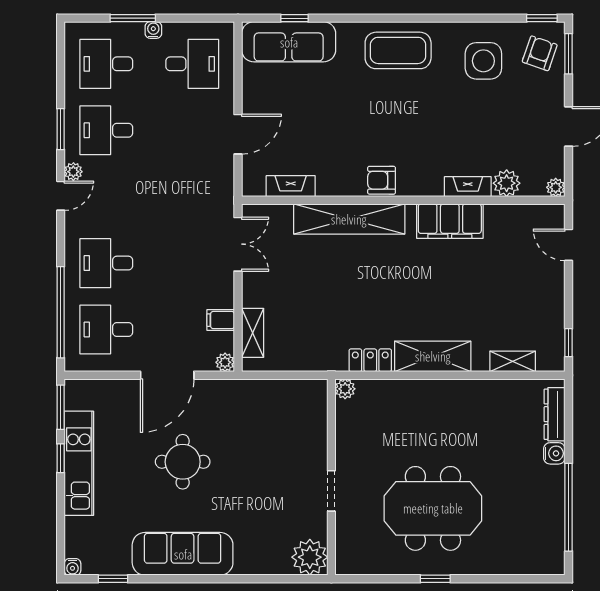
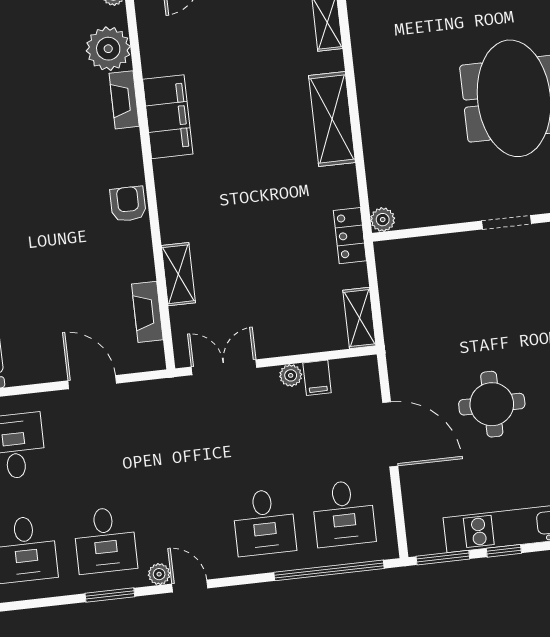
armchair: (382, 180) -> (128, 204), turned 180
plant: (507, 183) -> (108, 49), width x1.36, depth x1.36
shelving: (349, 219) -> (178, 274), width x0.45, depth x0.75
shelving: (253, 333) -> (359, 318), moved, turned 90
locker: (370, 360) -> (350, 236), moved
plant: (225, 362) -> (291, 375), moved

